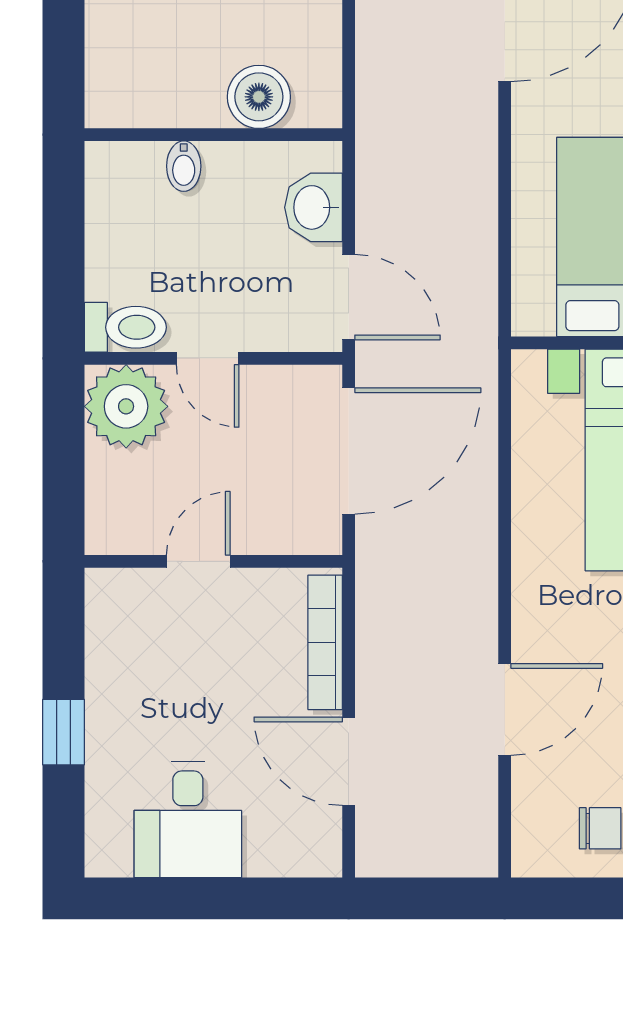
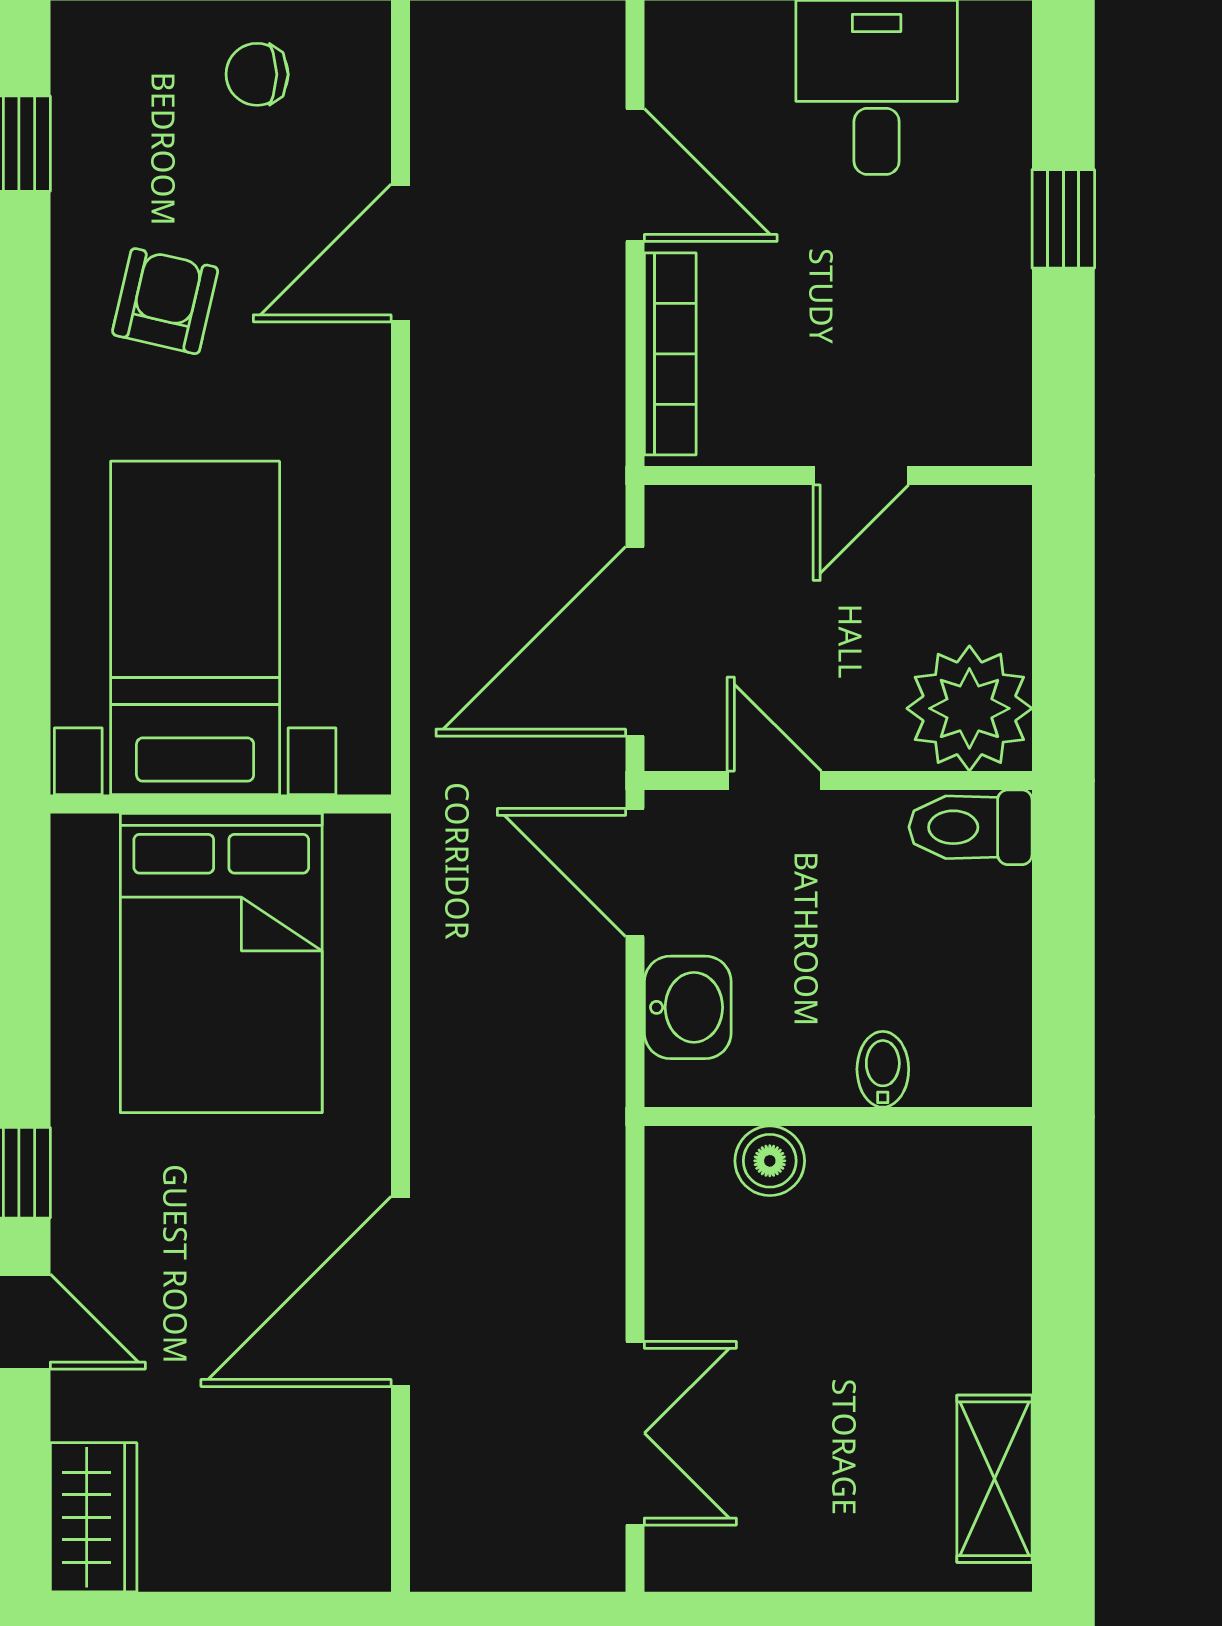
boiler: (259, 97) -> (770, 1161), width x0.73, depth x0.73
door: (208, 358) -> (774, 780), moved

